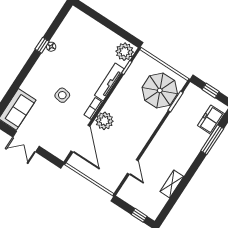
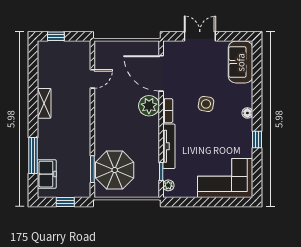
corner sofa: (83, 32) -> (225, 178), added
floor lamp: (51, 47) -> (247, 113), moved
plant: (125, 52) -> (168, 185), width x0.53, depth x0.53
double door: (26, 142) -> (200, 36), moved
door: (133, 167) -> (92, 79), swing flipped
shelving: (172, 184) -> (44, 103), moved

